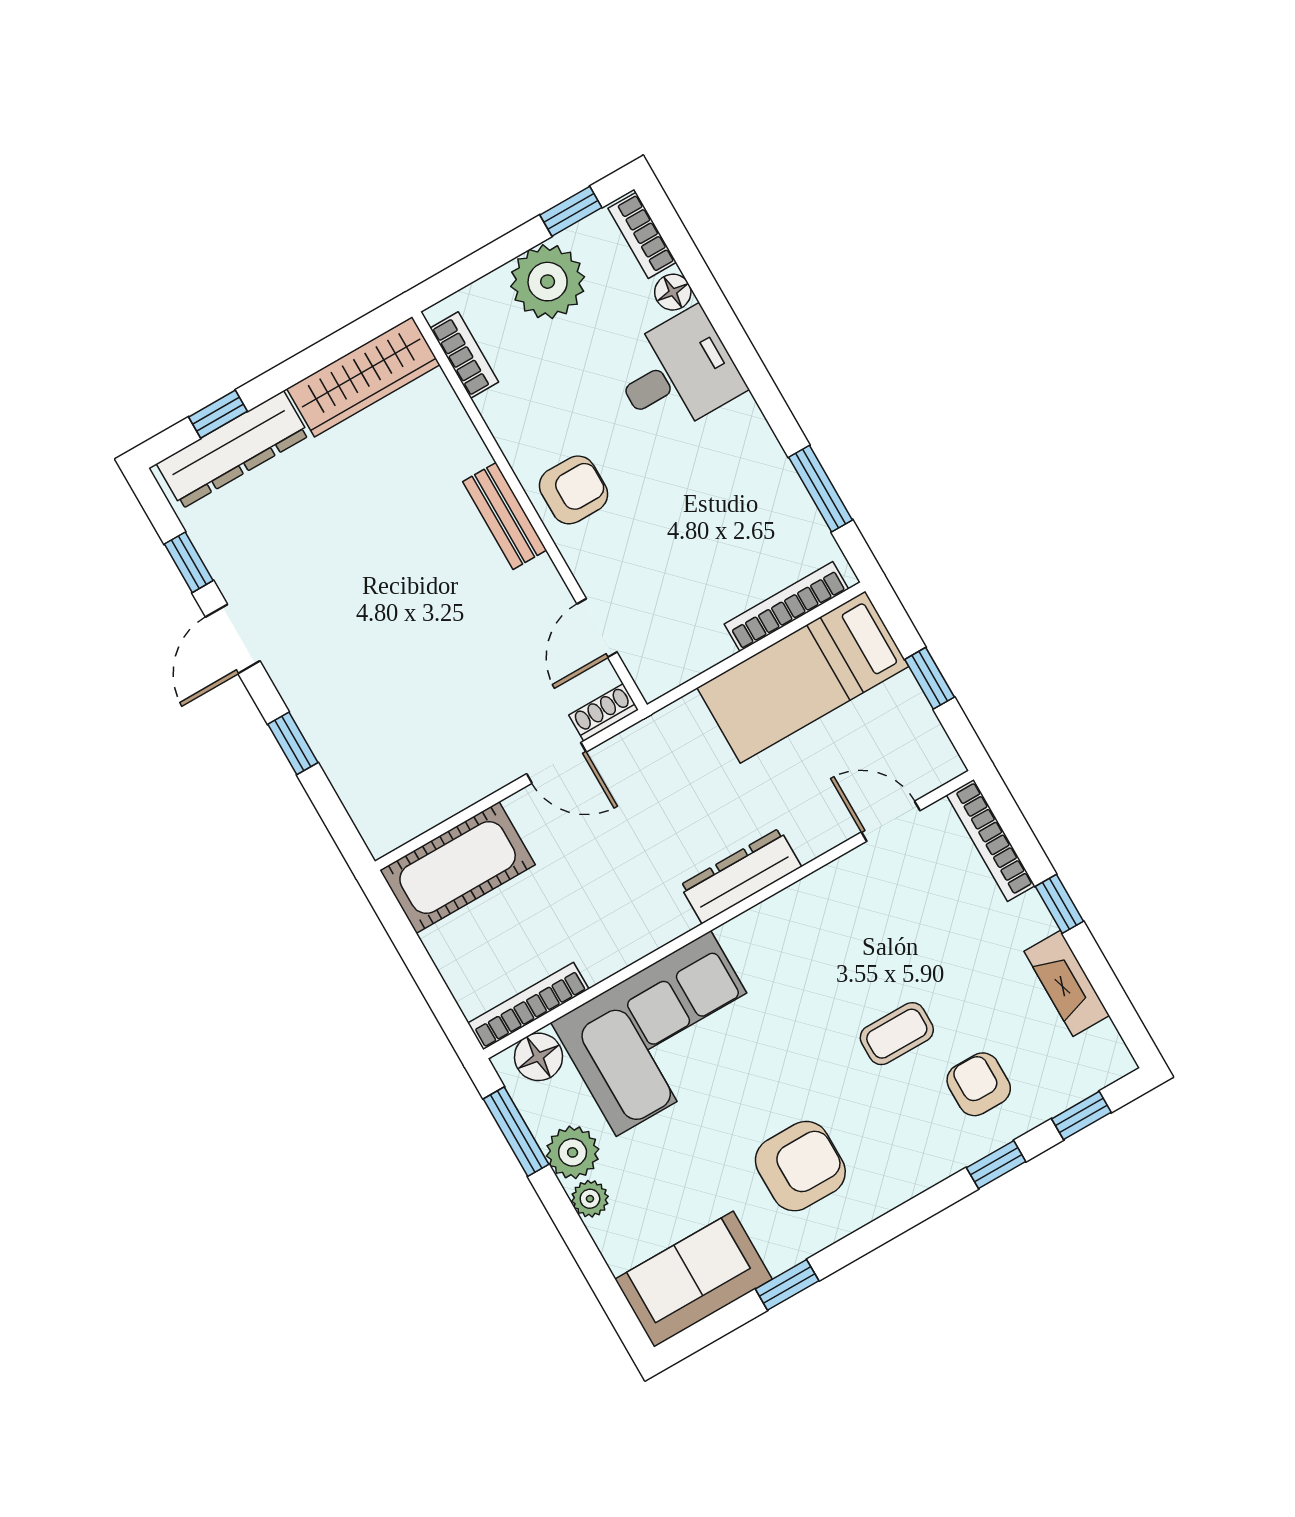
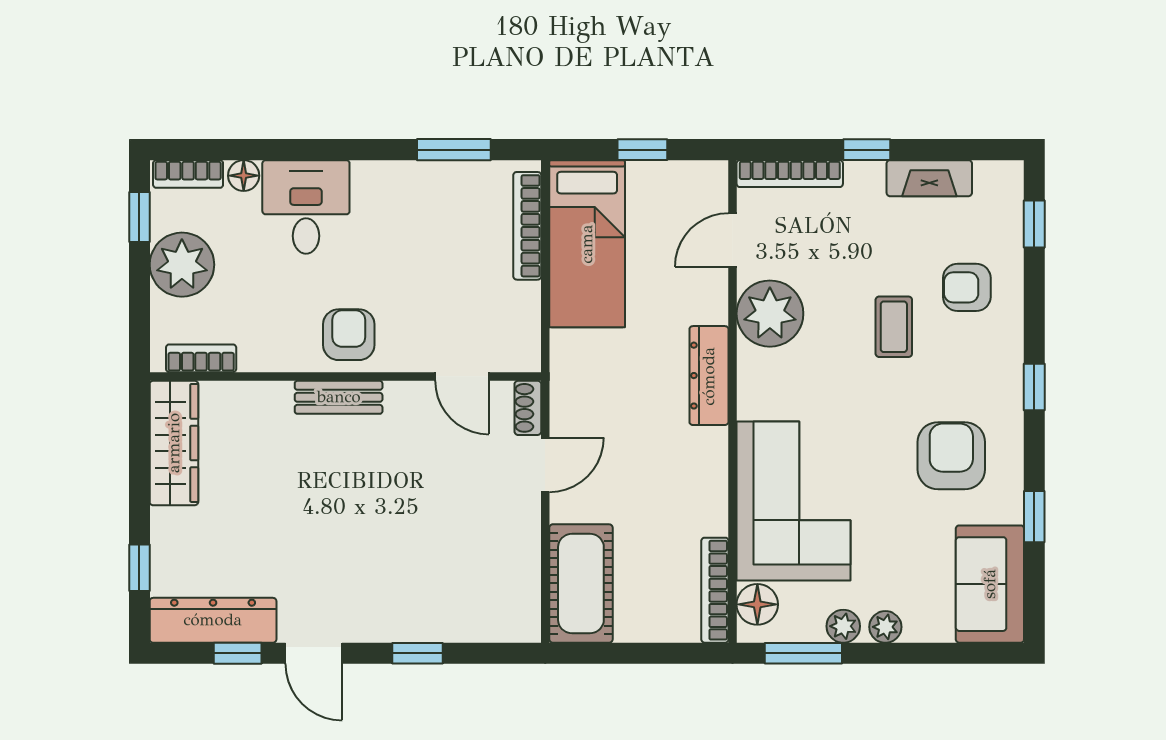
dresser: (233, 450) -> (213, 620), moved, turned -90
plant: (838, 901) -> (770, 314), added
plant: (573, 1152) -> (843, 626), width x0.73, depth x0.73
window: (996, 1165) -> (1034, 387), moved

